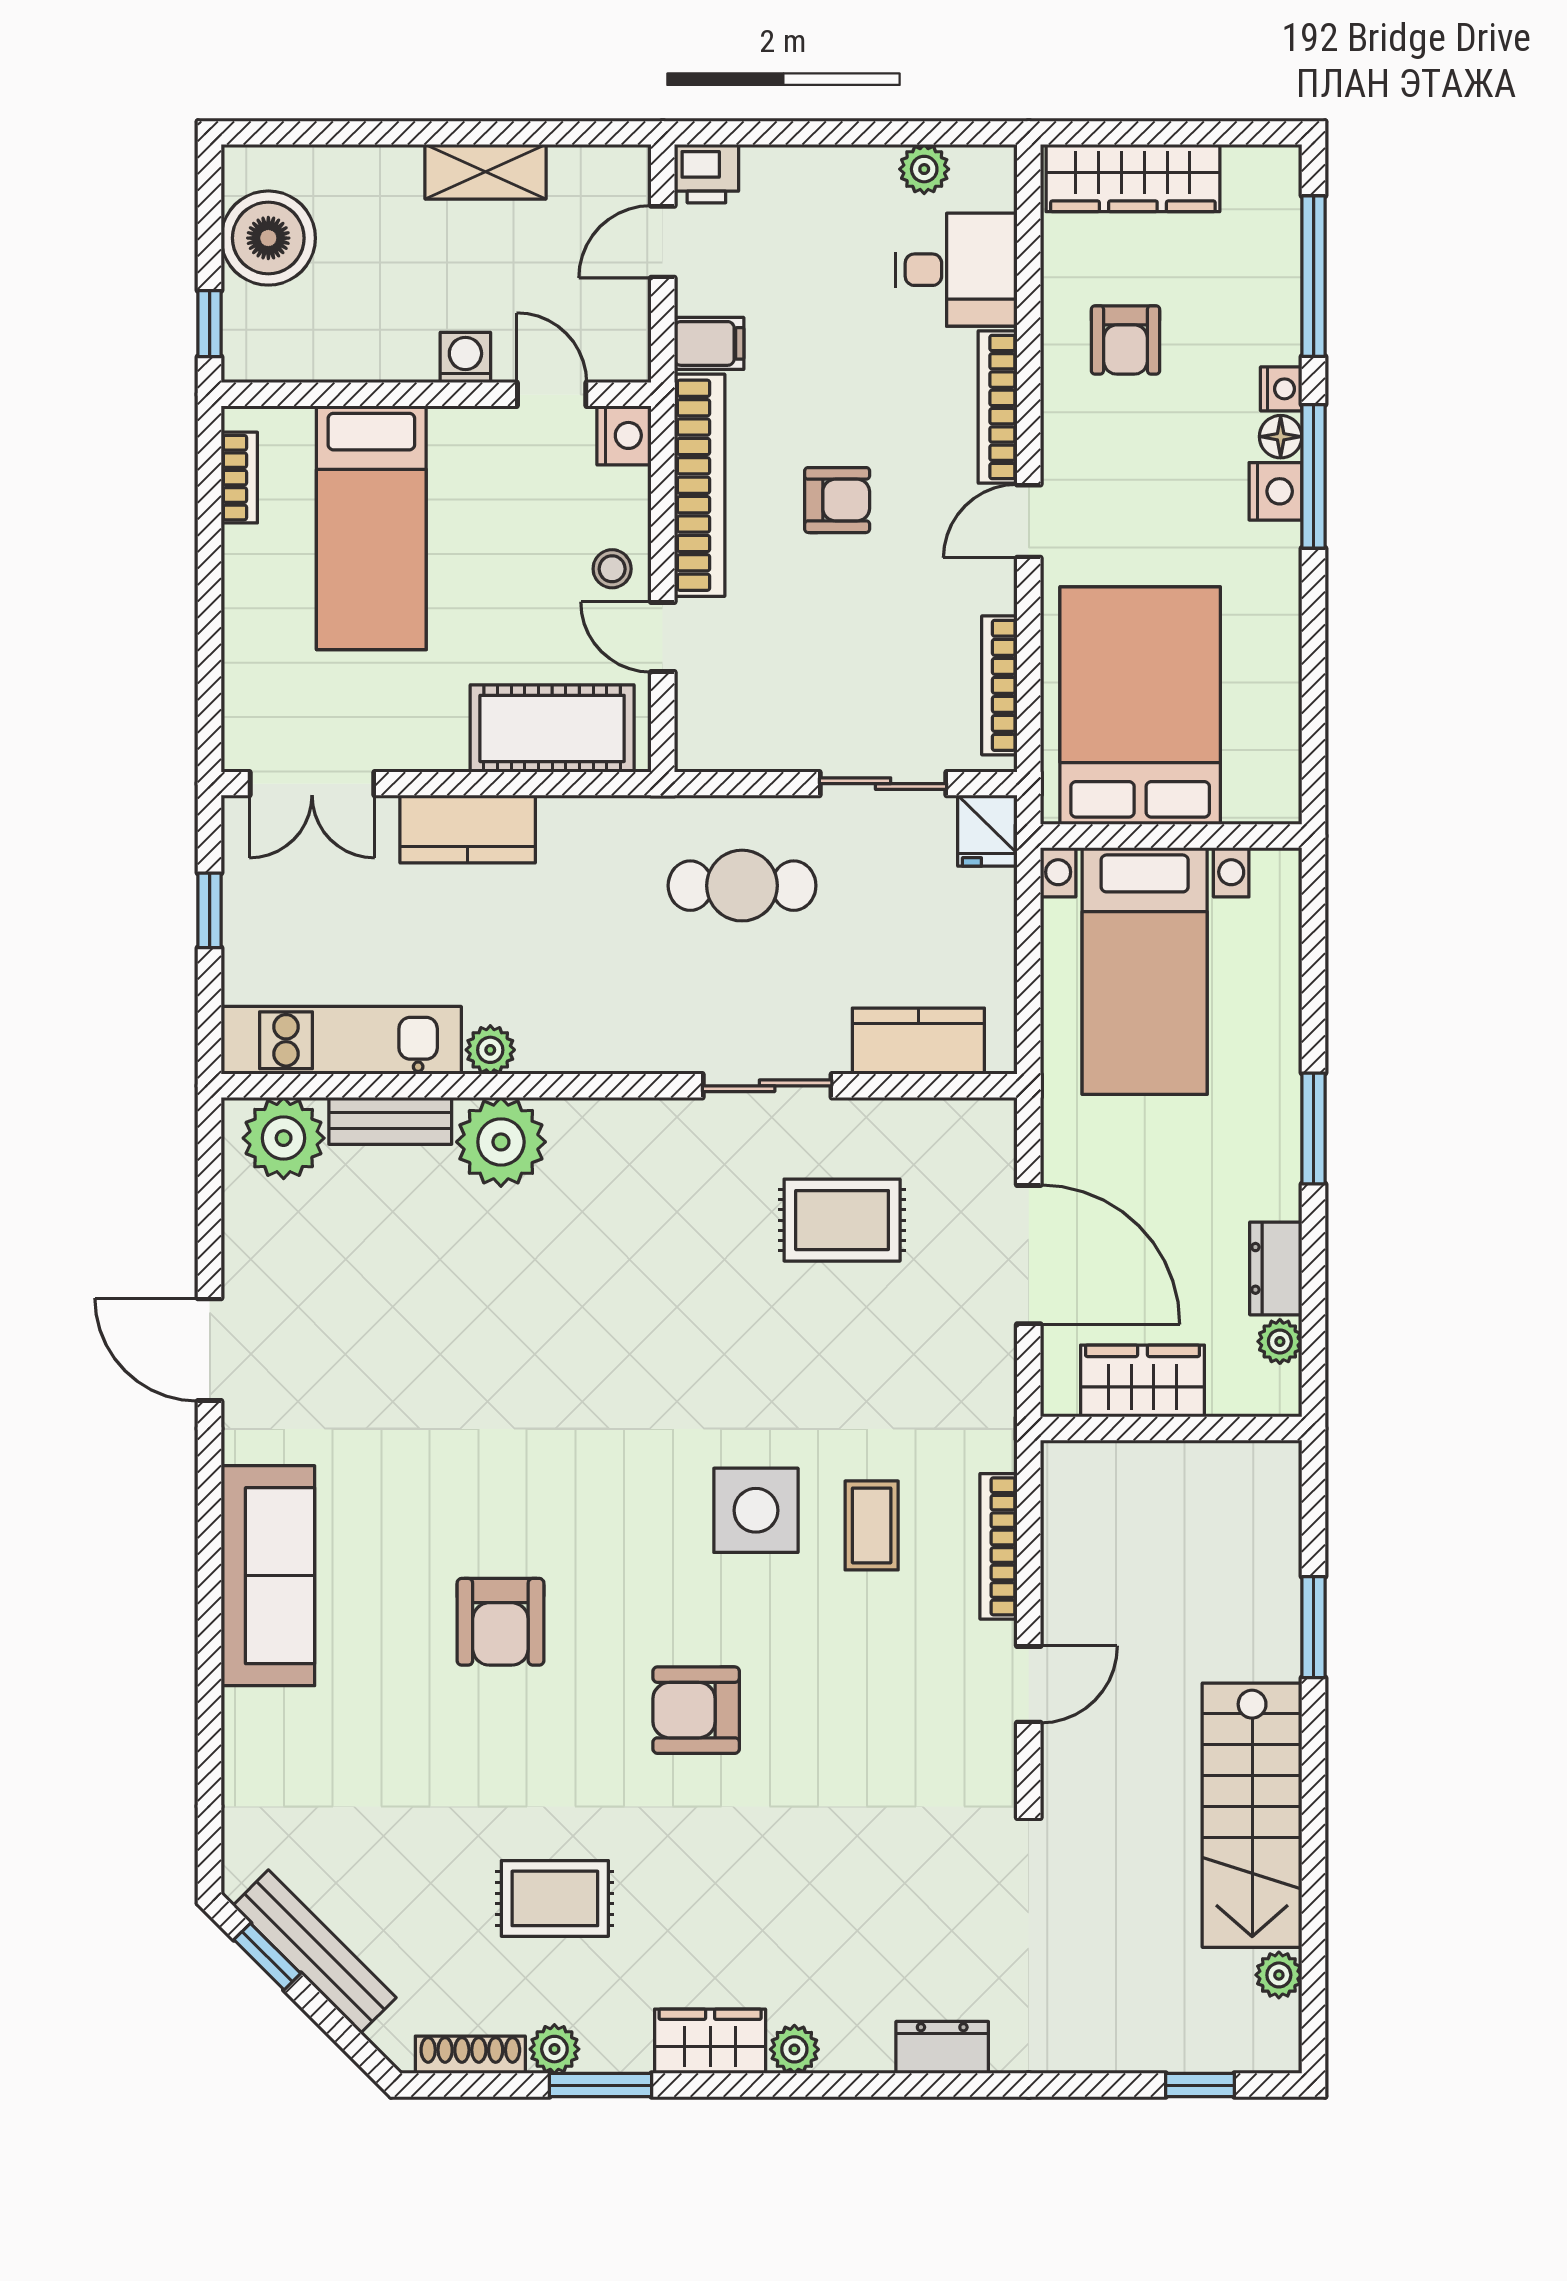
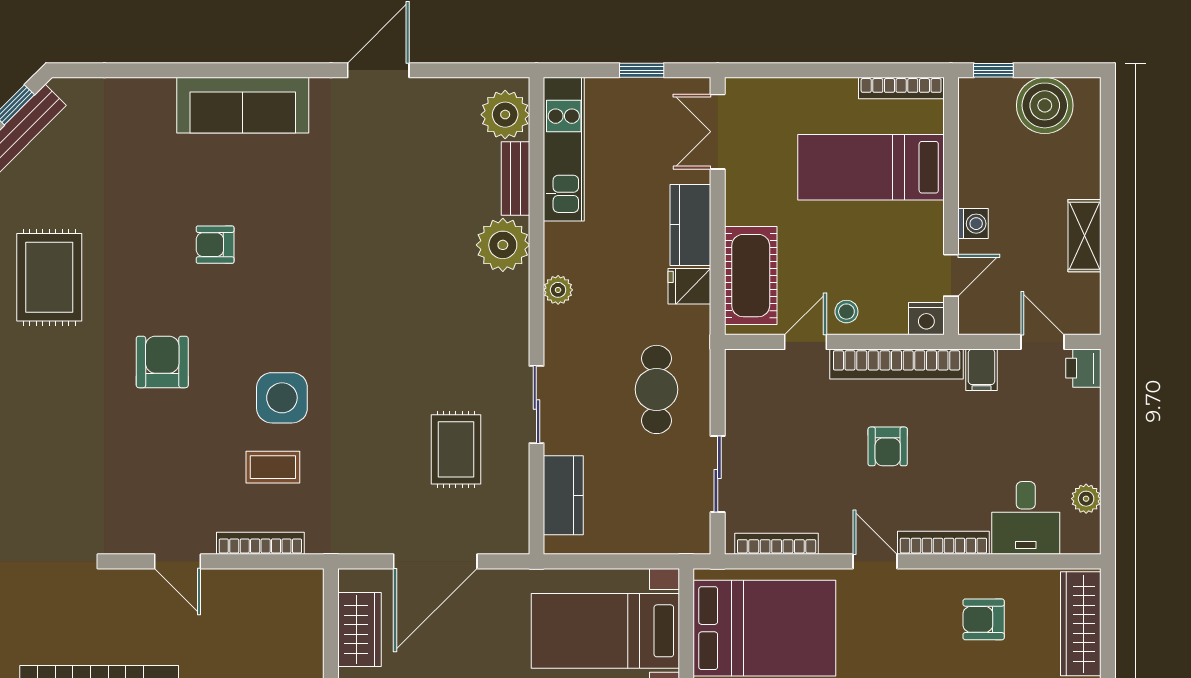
bookcase: (239, 478) -> (901, 88), width x1.56
fridge: (987, 831) -> (689, 286), moved
plant: (490, 1050) -> (558, 290), moved
armchair: (500, 1622) -> (215, 245), width x0.72, depth x0.72
rug: (555, 1898) -> (49, 277), width x1.36, depth x1.43

